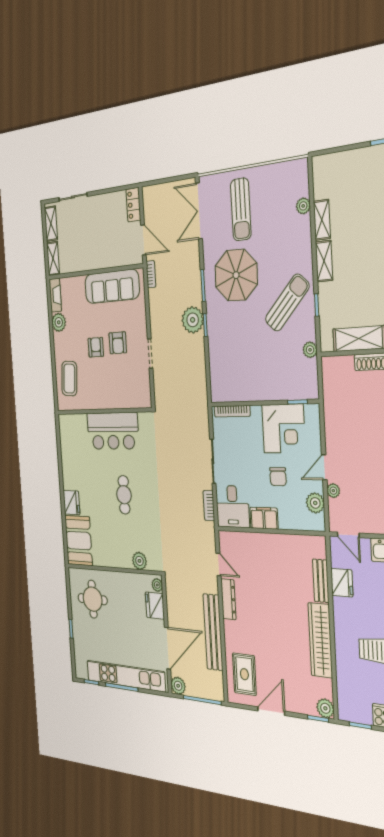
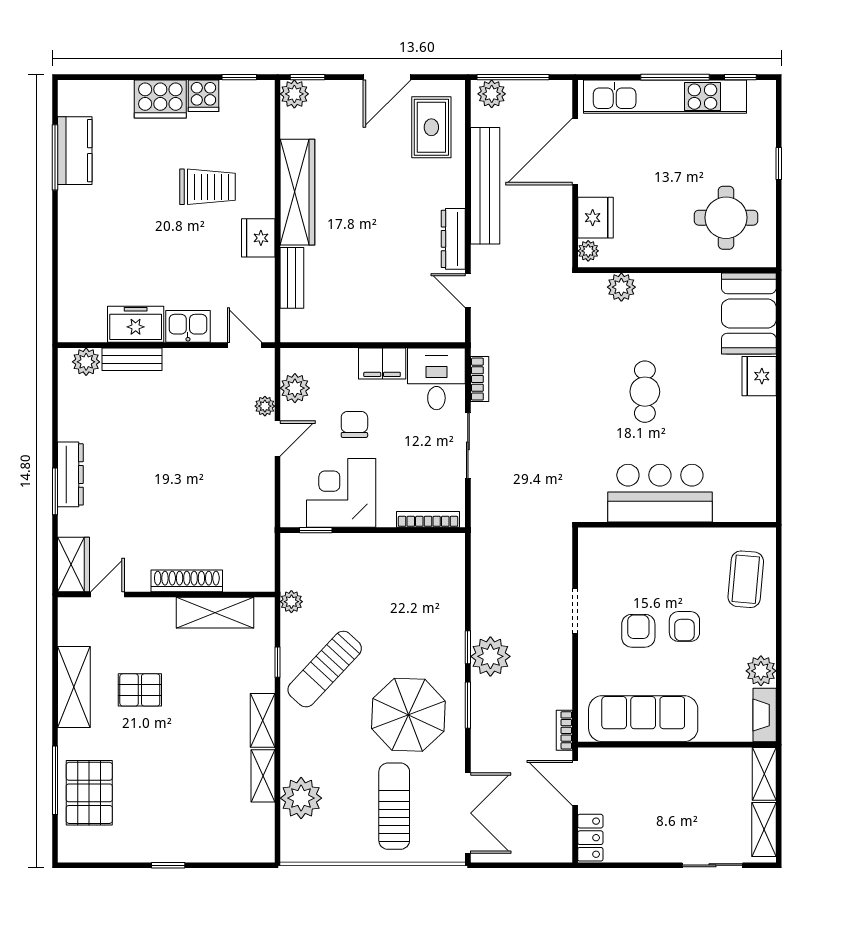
plant: (303, 206) -> (301, 798), width x1.88, depth x1.88
fridge: (342, 583) -> (258, 238), moved
plant: (178, 686) -> (492, 94), moved

